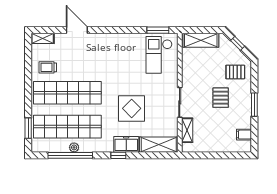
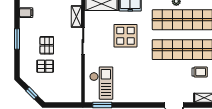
shelving: (201, 40) -> (64, 96), removed
pallet: (235, 72) -> (45, 66), moved

